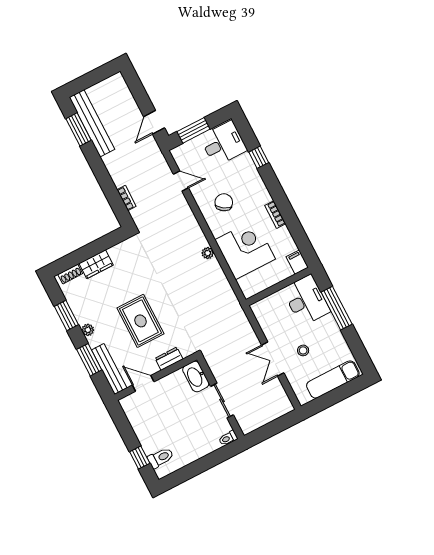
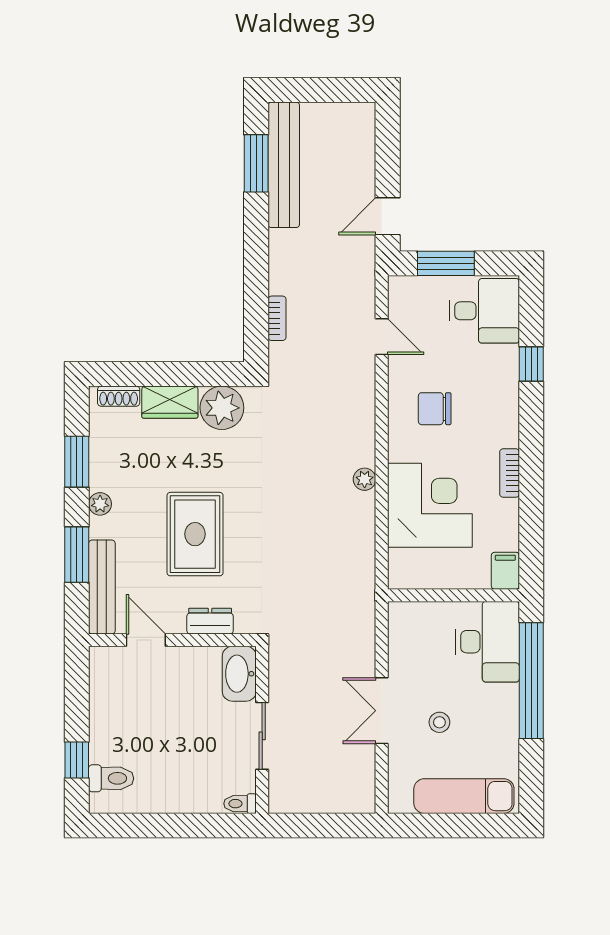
chair: (224, 202) -> (435, 409), turned -123
plant: (122, 254) -> (222, 408), added
window: (337, 308) -> (531, 681), width x1.46

